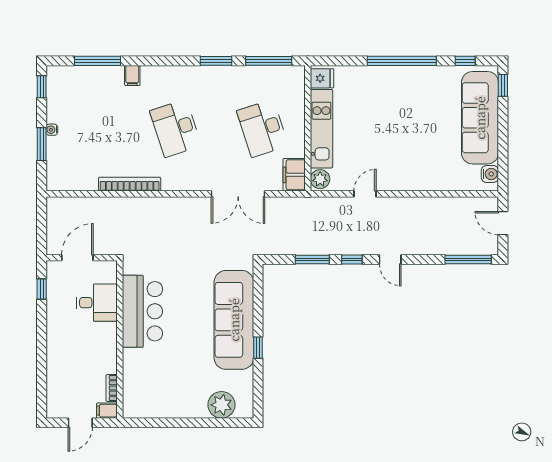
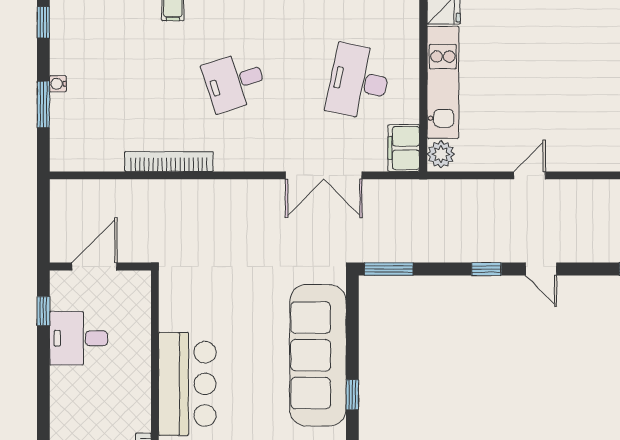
desk: (176, 128) -> (235, 82), width x0.73
desk: (263, 128) -> (359, 82), turned 30
door: (365, 194) -> (530, 175), moved
window: (312, 260) -> (389, 269), moved
desk: (97, 303) -> (79, 338), moved, turned 180
bar counter: (142, 311) -> (187, 384), moved

